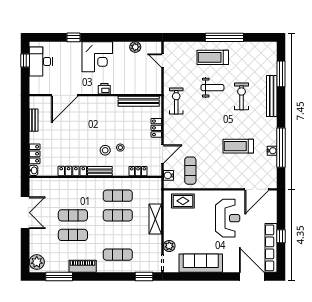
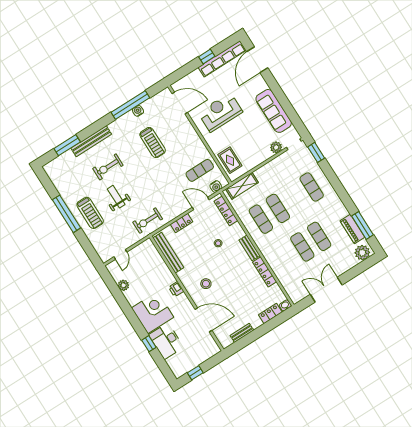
desk: (41, 61) -> (166, 341), moved, turned 90
stool: (105, 150) -> (206, 284), moved
locker: (138, 171) -> (226, 211), width x1.53
shelving: (155, 219) -> (242, 186), moved
piano: (83, 266) -> (352, 229), moved

